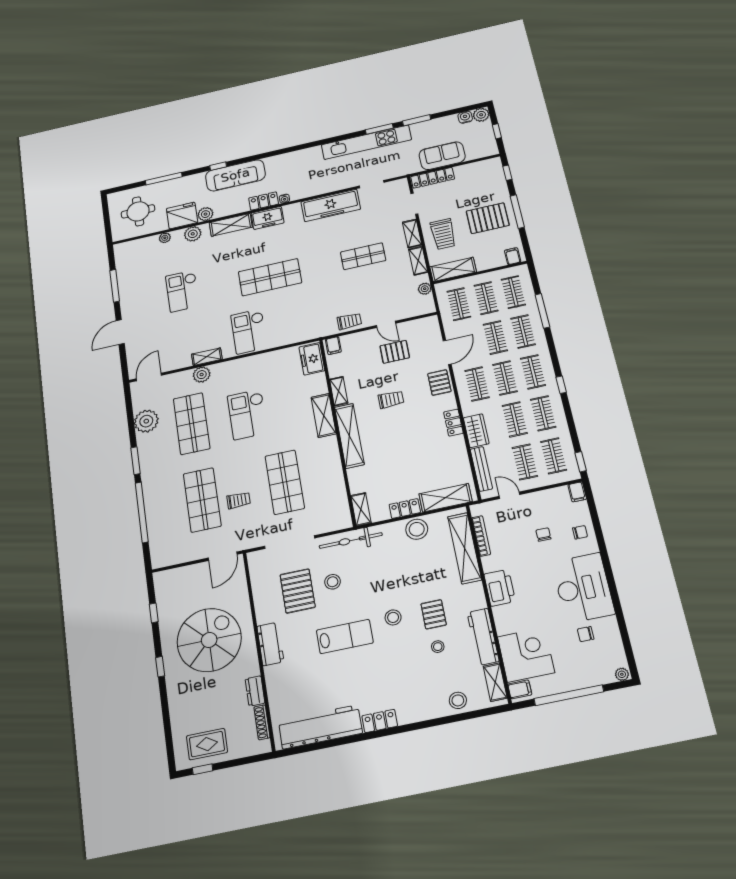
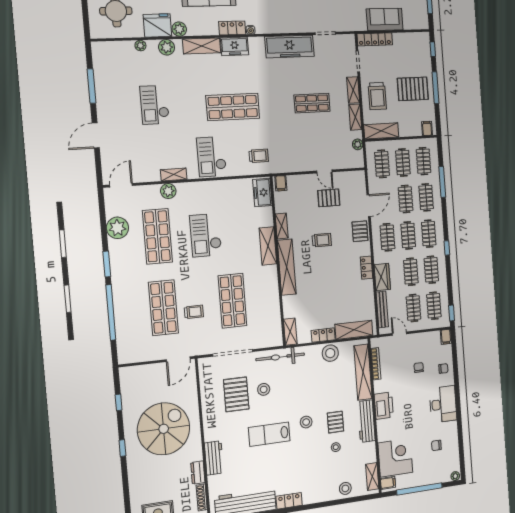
trolley: (349, 321) -> (259, 156), moved
desk: (583, 588) -> (443, 404), width x0.73, depth x0.77
lab bench: (345, 637) -> (269, 434), turned 180
workbench: (483, 637) -> (366, 421), moved
workbench: (270, 644) -> (214, 458), moved

